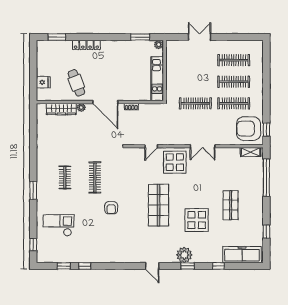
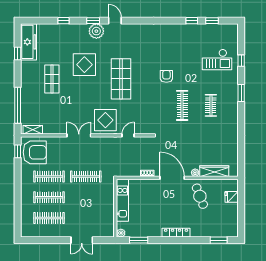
locker: (86, 45) -> (176, 233), moved
window: (33, 245) -> (241, 61), moved
freezer: (242, 255) -> (28, 42), moved, turned -90
door: (152, 266) -> (115, 21), moved

